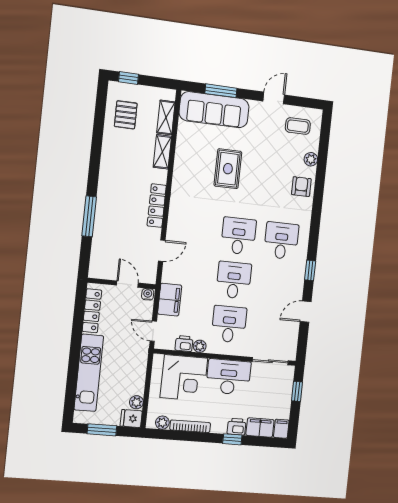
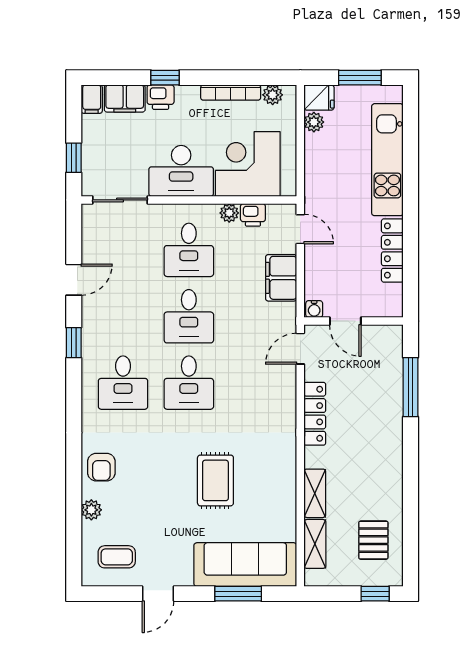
wall: (122, 284) -> (354, 321), moved
door: (127, 284) -> (345, 321), moved
water cooler: (148, 294) -> (314, 309), moved

